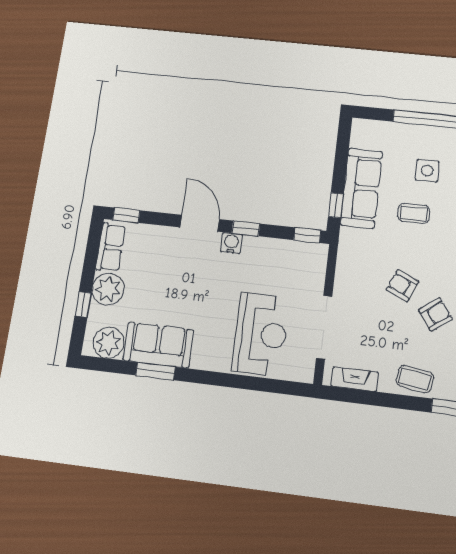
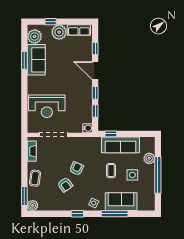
plant: (396, 133) -> (149, 158), added
window: (126, 215) -> (95, 48), moved
door: (200, 223) -> (95, 71), swing flipped
window: (307, 235) -> (95, 111), moved
water cooler: (231, 243) -> (87, 128), moved

